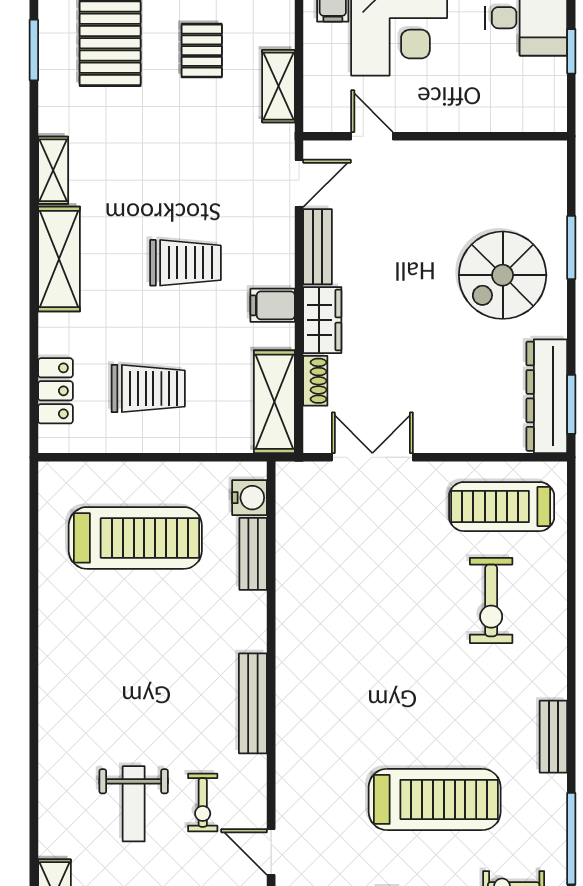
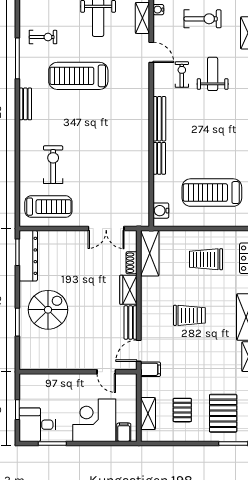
shelving: (279, 86) -> (148, 414), moved
trolley: (186, 263) -> (189, 315), turned 180
filing cabinet: (273, 305) -> (151, 369), moved
bench: (253, 554) -> (159, 158), moved

